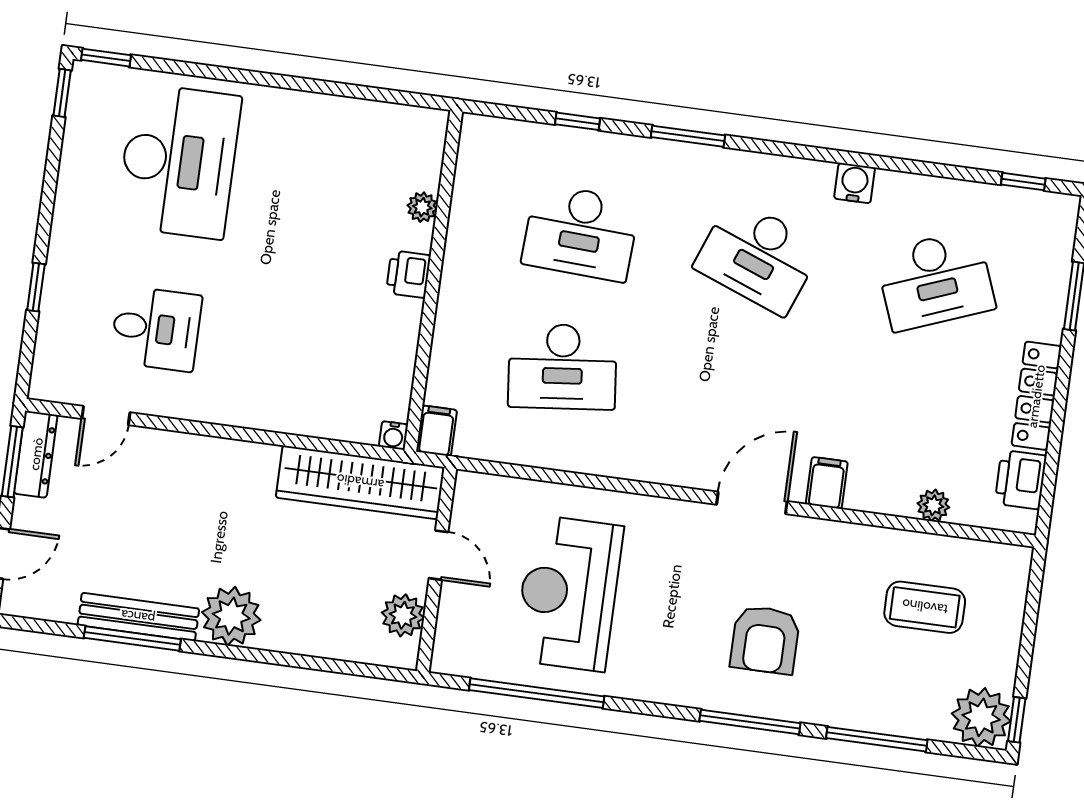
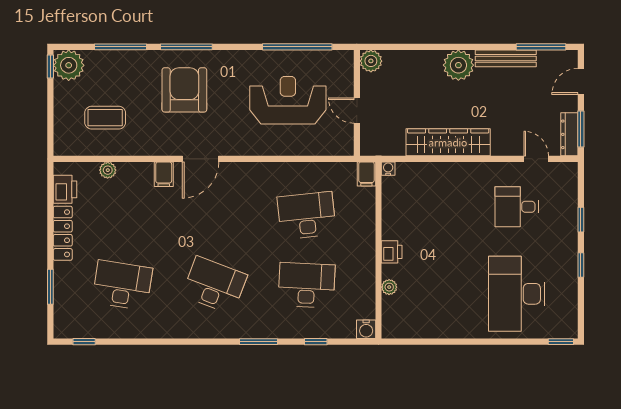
window: (62, 93) -> (581, 265), moved
water cooler: (855, 183) -> (366, 329), moved
desk: (935, 280) -> (122, 285), turned 30
door: (106, 416) -> (536, 159), hinge flipped
wardrobe: (360, 482) -> (448, 142), moved
reception desk: (569, 593) -> (288, 100), turned -90
plant: (403, 615) -> (371, 61), moved
window: (132, 639) -> (541, 47), moved
armchair: (765, 640) -> (184, 90), width x1.36, depth x1.36

